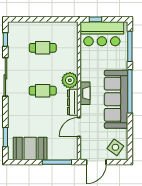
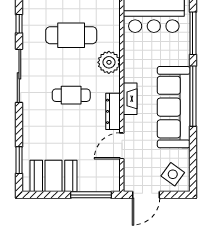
cafe table: (43, 48) -> (71, 35), width x1.37, depth x1.35
plant: (70, 80) -> (109, 62), moved

